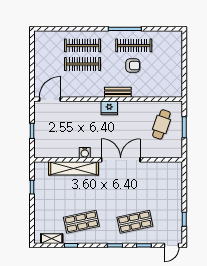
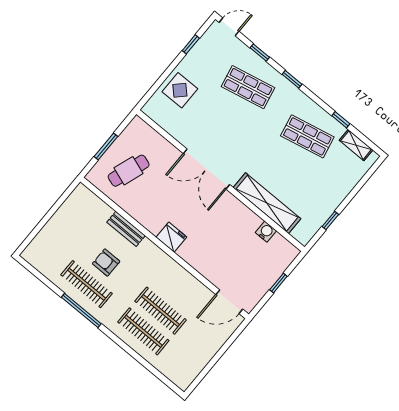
bench: (118, 92) -> (126, 229), moved
water cooler: (85, 153) -> (266, 232), moved
display table: (170, 190) -> (180, 90), added

